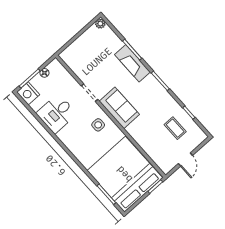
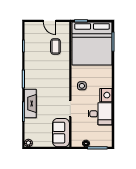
nightstand: (28, 93) -> (106, 95), moved
sofa: (119, 108) -> (61, 133), moved
coffee table: (175, 128) -> (55, 46), moved
door: (185, 159) -> (50, 21), swing flipped

